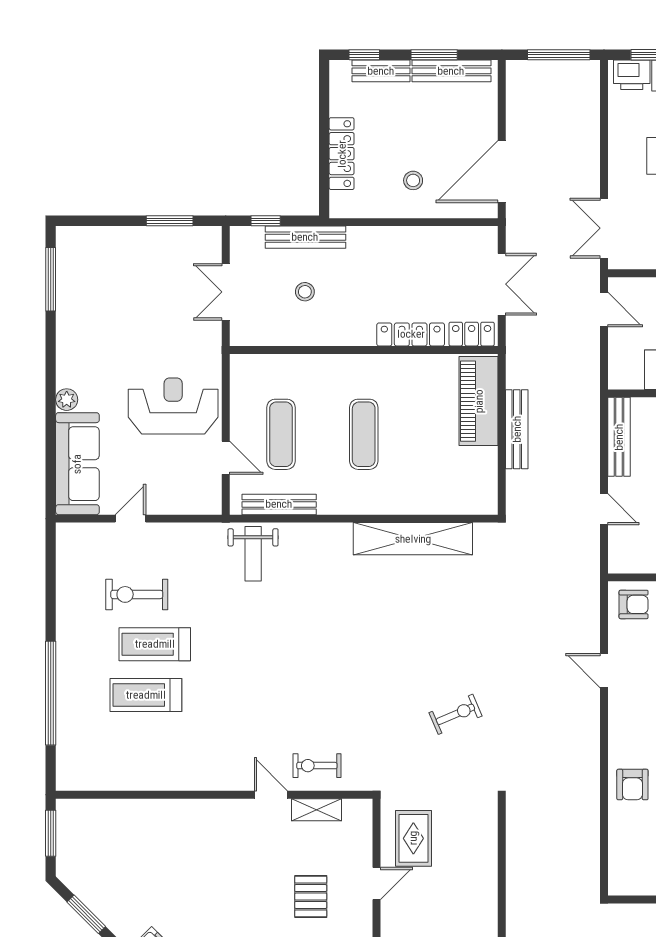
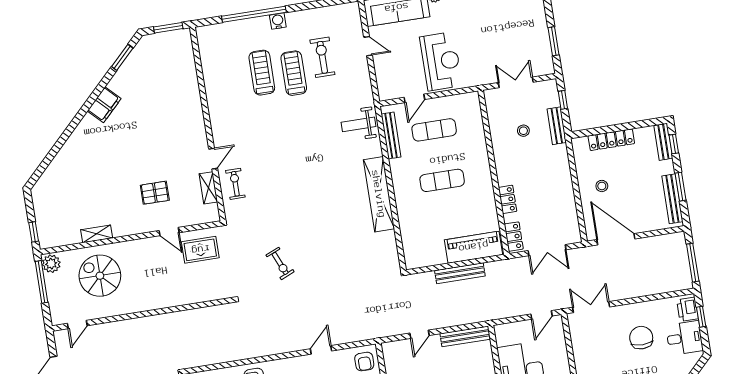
bench: (381, 71) -> (663, 142), moved
bench: (305, 237) -> (557, 126), width x0.73
locker: (411, 334) -> (508, 199), width x0.66
shelving: (413, 539) -> (379, 194), moved
water cooler: (68, 657) -> (278, 21), added

